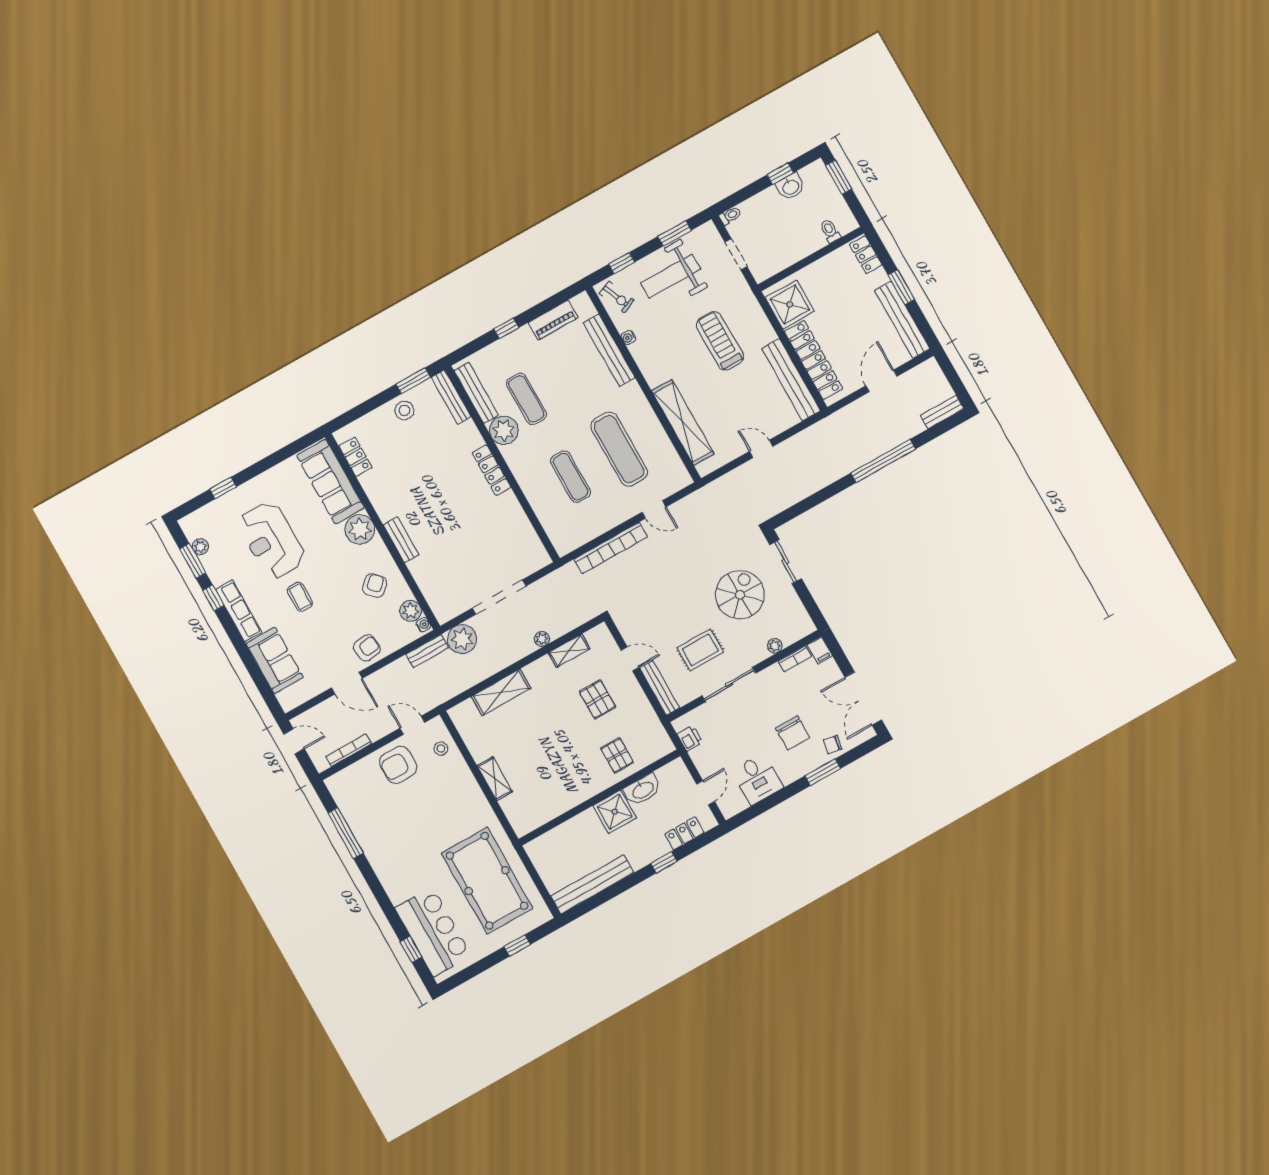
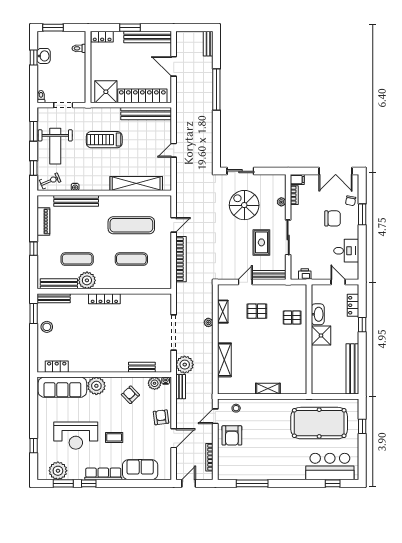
bench: (401, 540) -> (142, 367), moved
plant: (200, 547) -> (58, 471), width x1.87, depth x1.87

